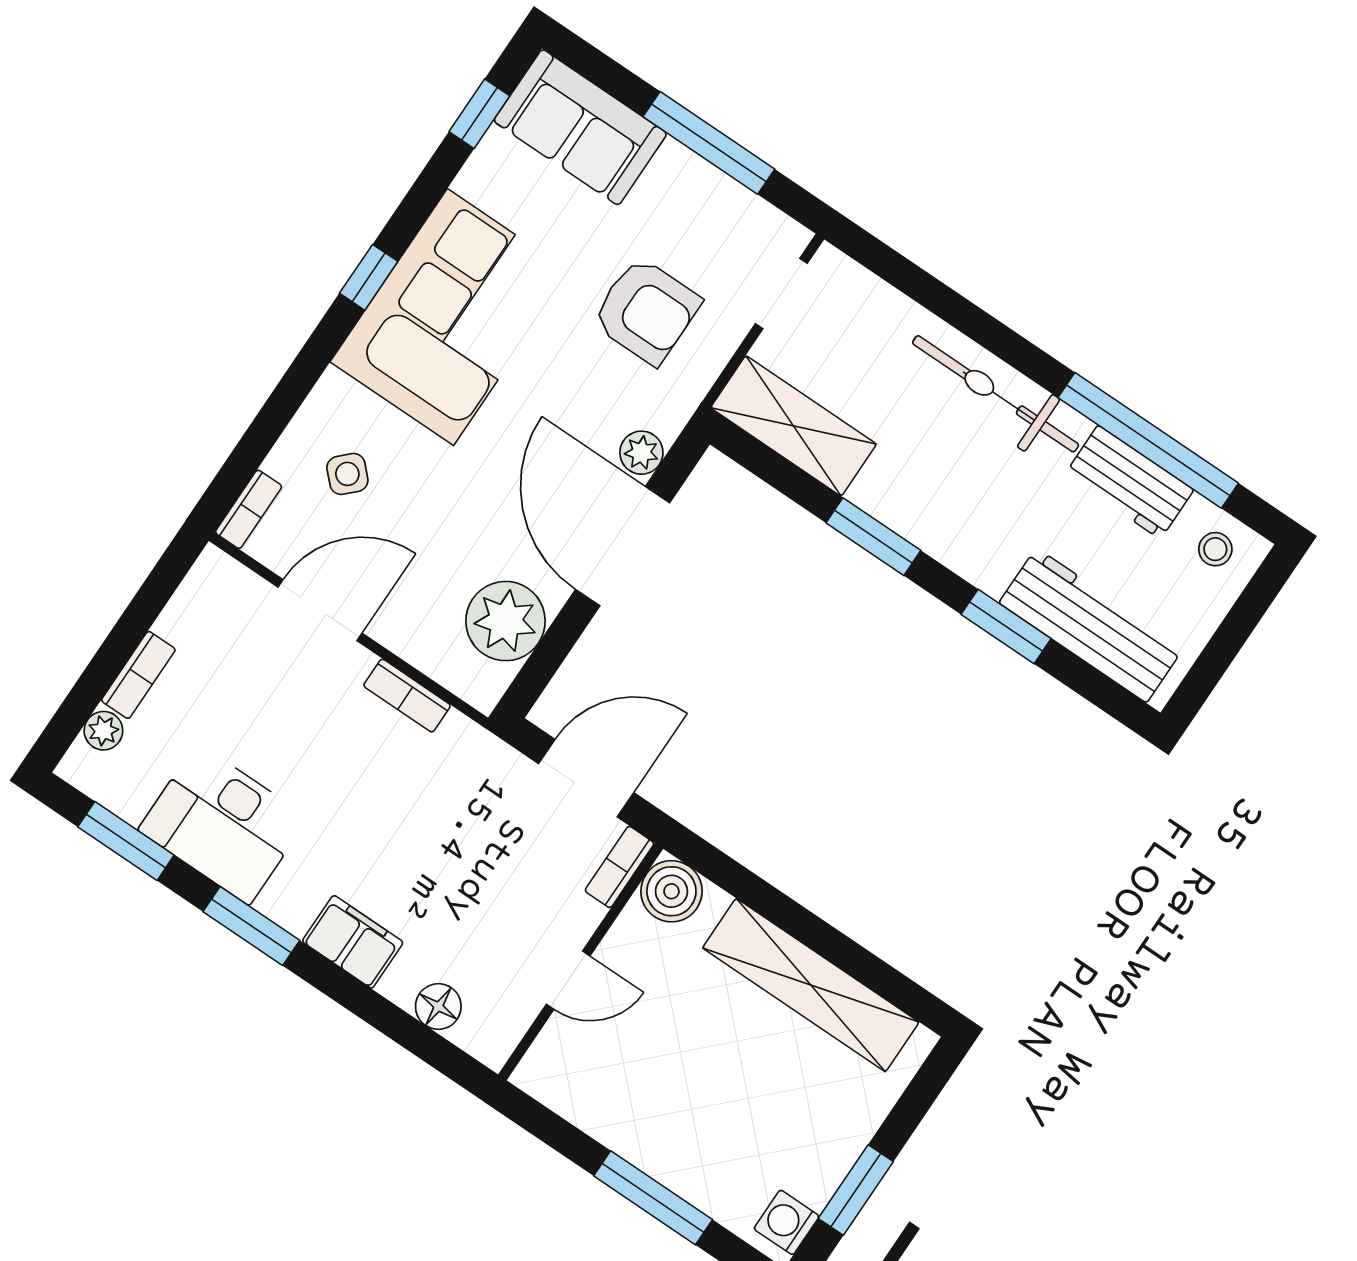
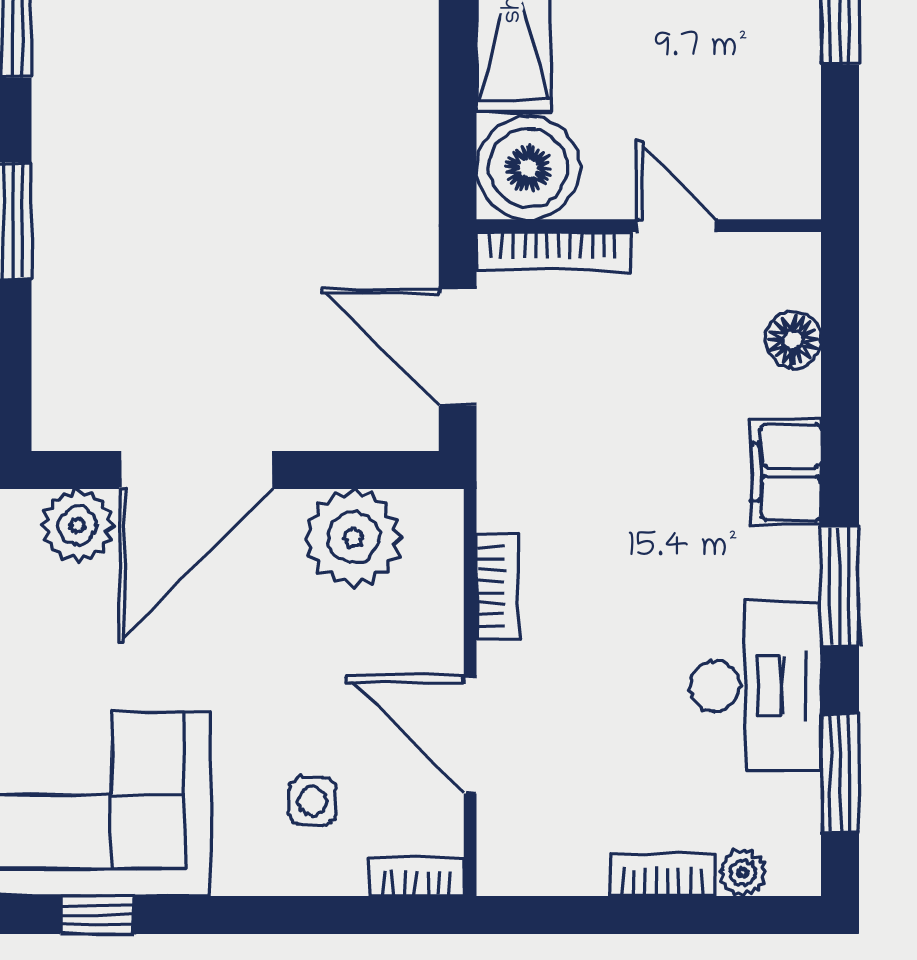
plant: (641, 453) -> (77, 525), width x1.38, depth x1.38
side table: (347, 474) -> (312, 801), turned 45
bookcase: (619, 867) -> (553, 251), width x1.56
boiler: (671, 891) -> (528, 168), width x1.37, depth x1.37

